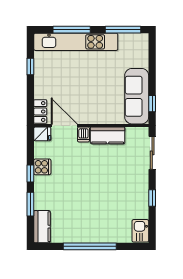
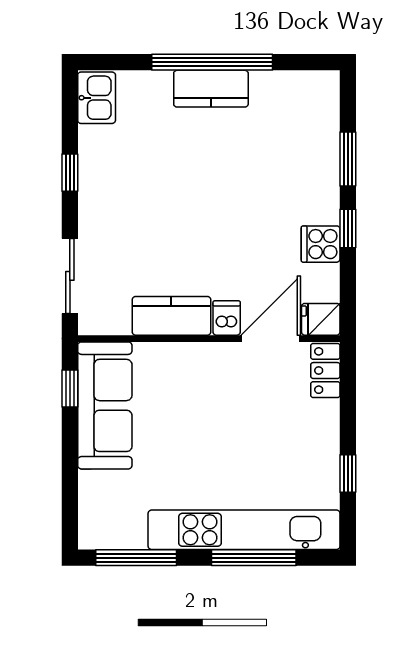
door: (64, 125) -> (271, 339), swing flipped
kitchen counter: (42, 227) -> (211, 89), moved, turned -90

